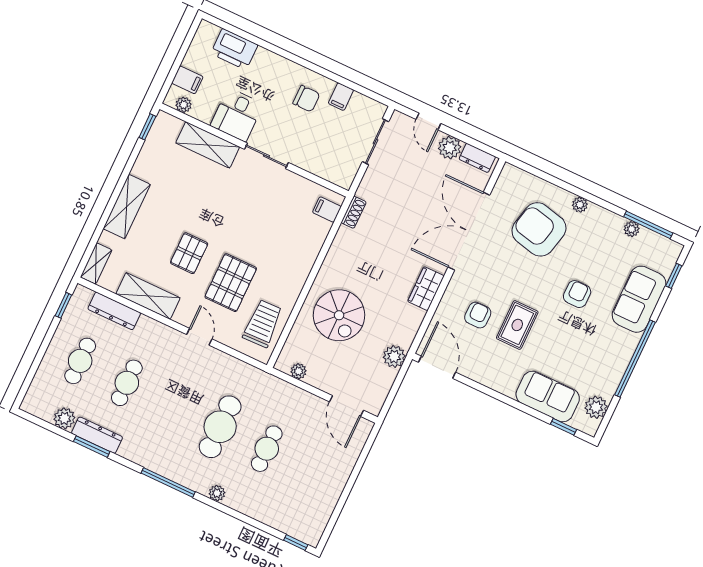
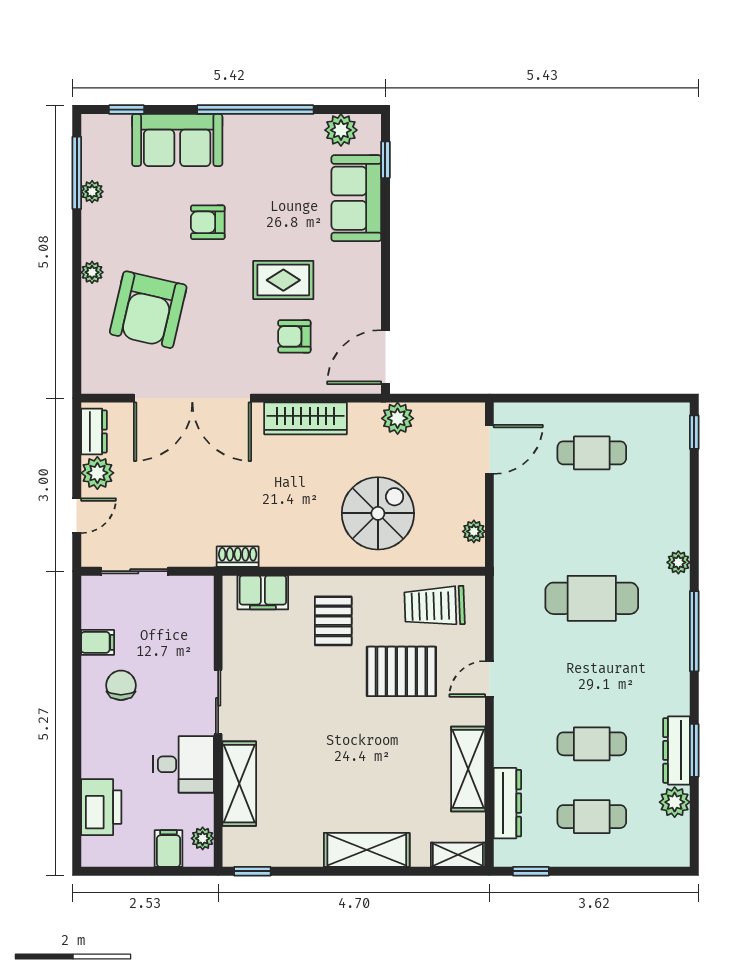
filing cabinet: (327, 209) -> (263, 592), width x2.00
pallet: (189, 253) -> (333, 621), moved, turned 90
wardrobe: (426, 289) -> (306, 418), width x1.50
cafe table: (267, 449) -> (592, 453), moved

